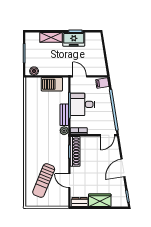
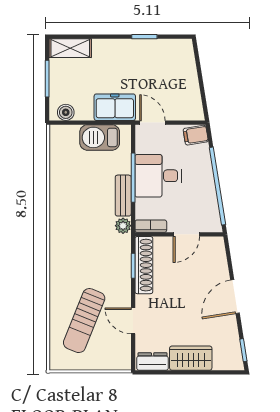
shelving: (51, 37) -> (70, 48), moved
freezer: (74, 39) -> (115, 107), moved, turned 180
door: (108, 135) -> (186, 234), moved

